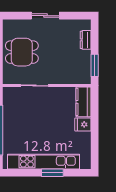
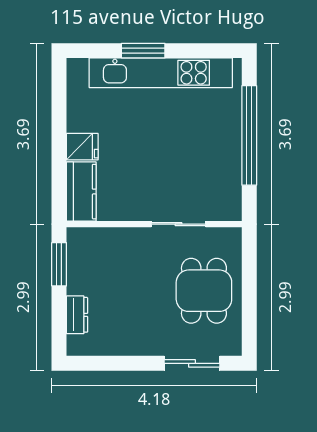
sliding door: (45, 16) -> (192, 363), moved
dining table: (22, 52) -> (204, 291), turned 90

